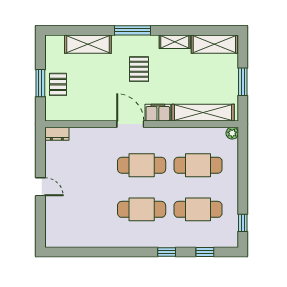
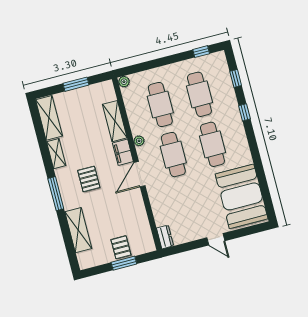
pallet: (139, 69) -> (89, 179), turned 90
pallet: (58, 84) -> (121, 247), turned 90
shelving: (203, 113) -> (115, 121), width x0.68
plant: (166, 133) -> (139, 141), added
door: (40, 187) -> (216, 239), swing flipped
booth: (79, 226) -> (242, 196), added

